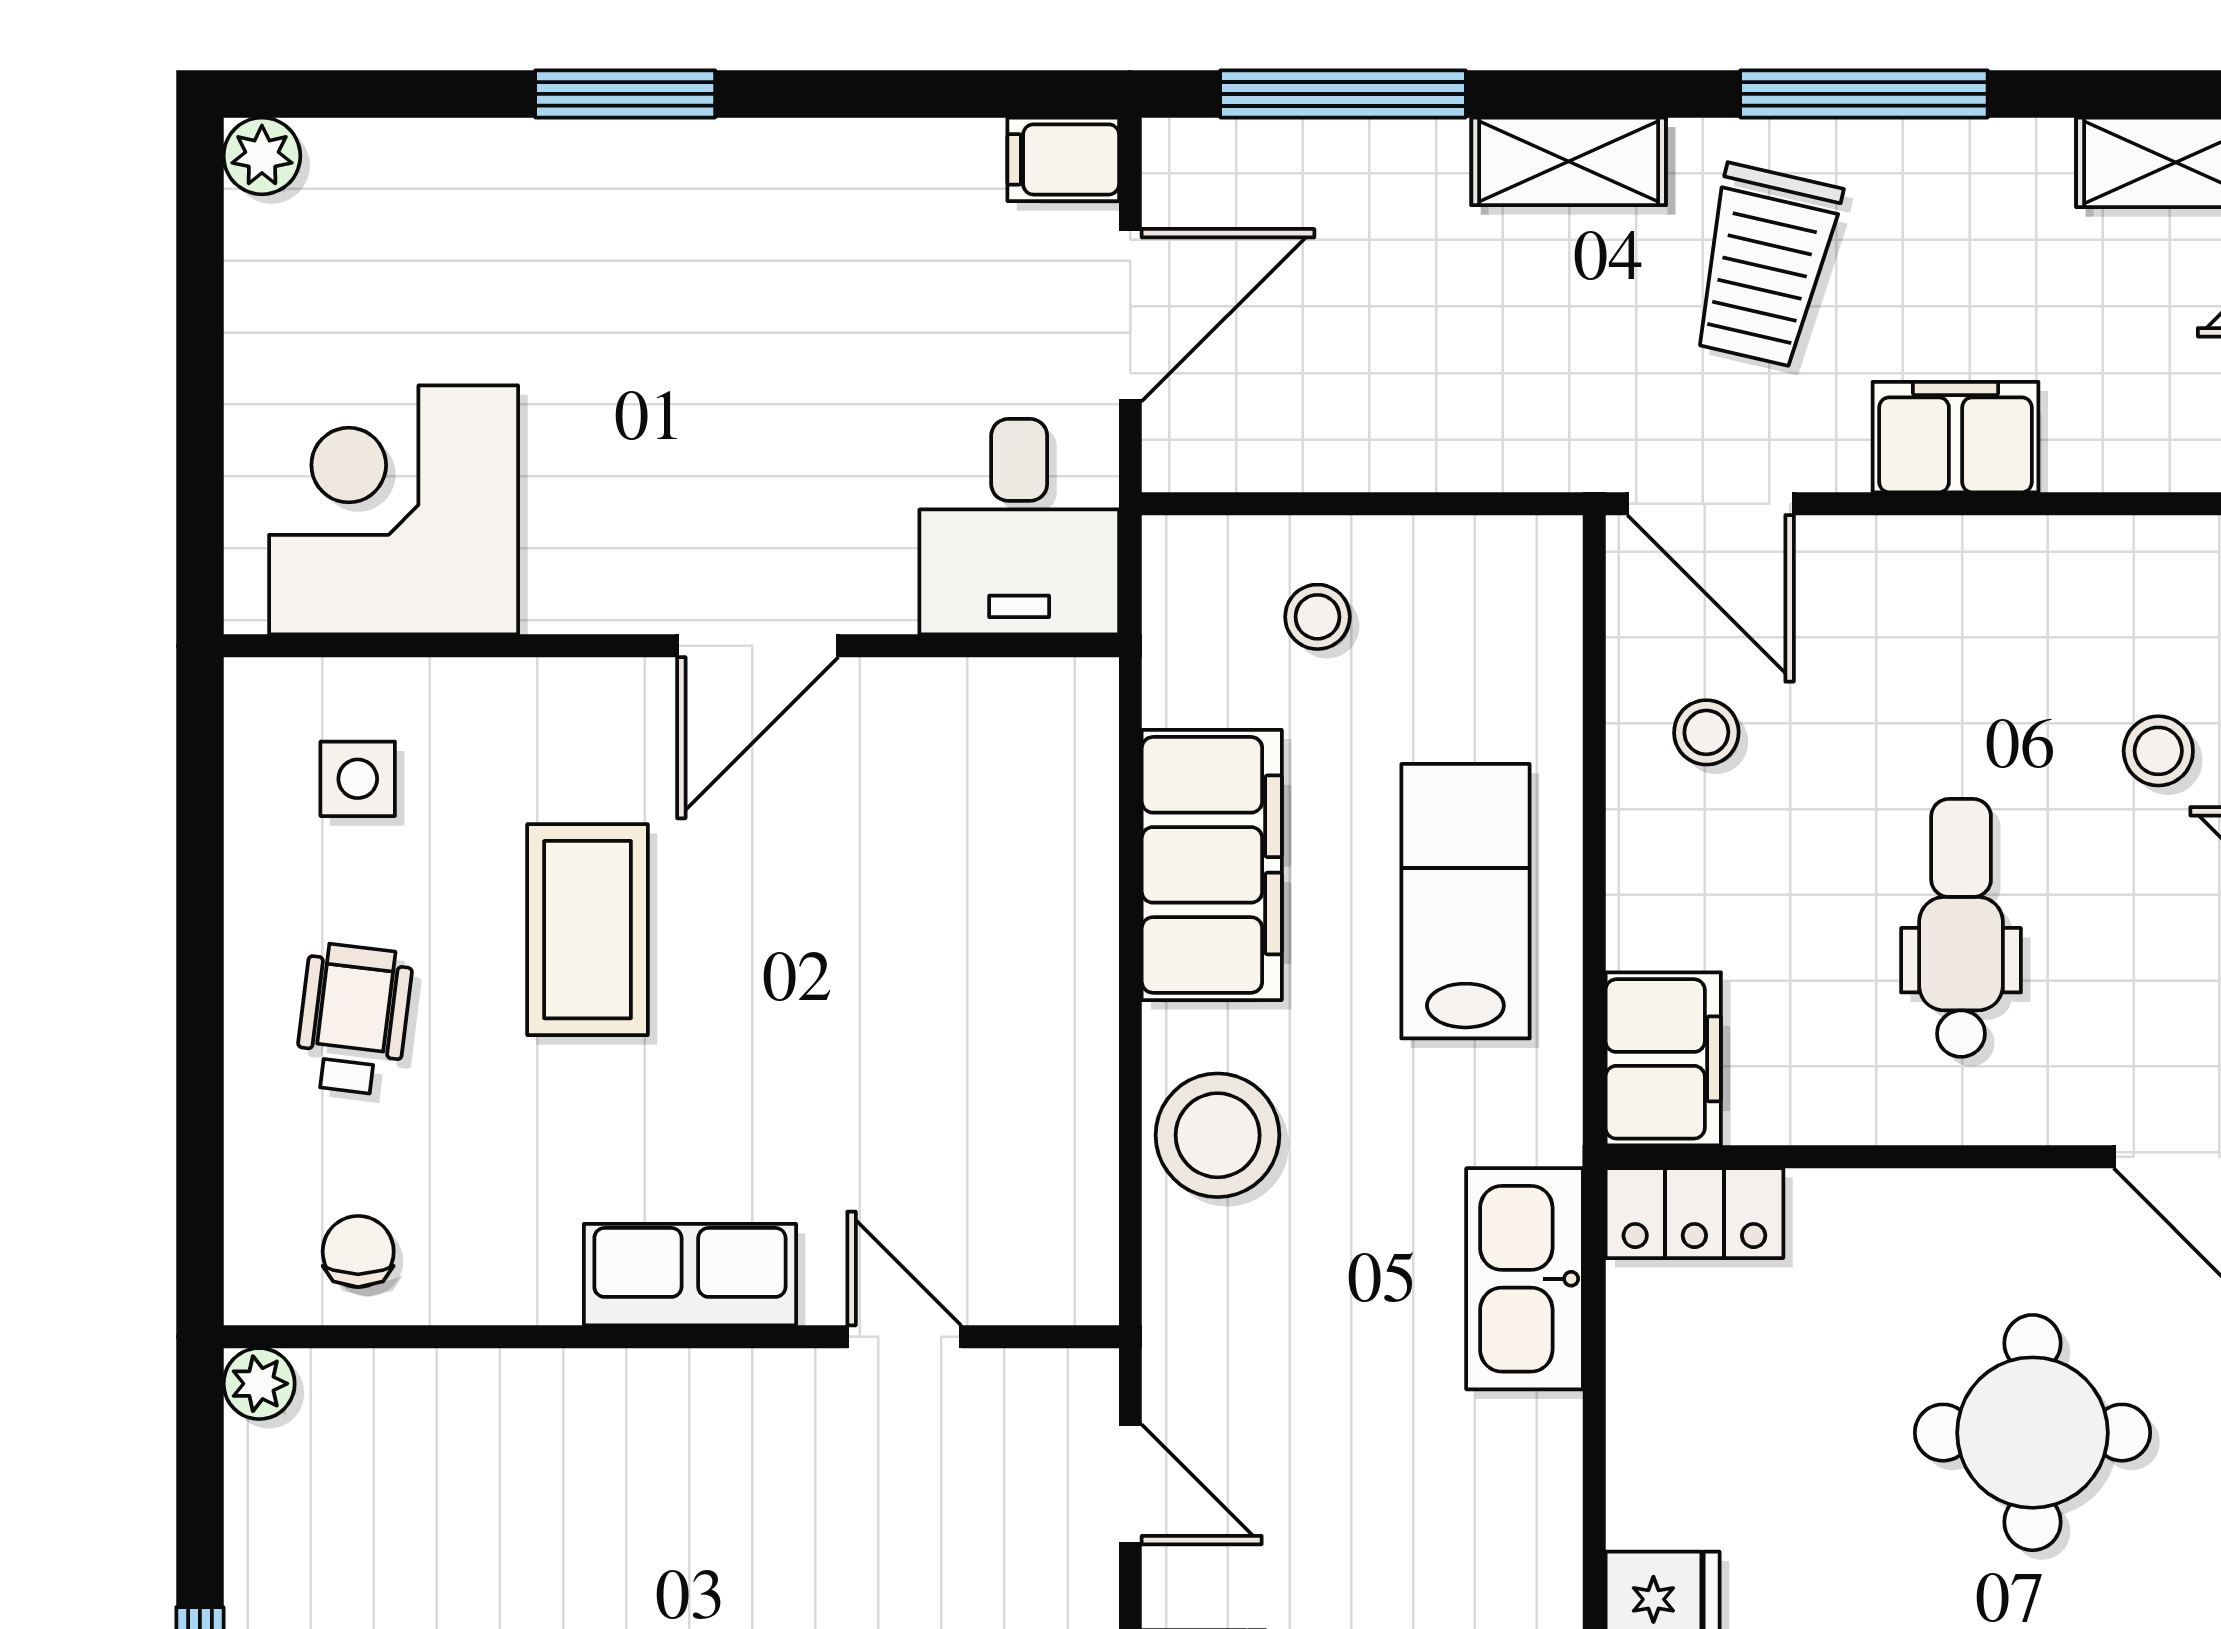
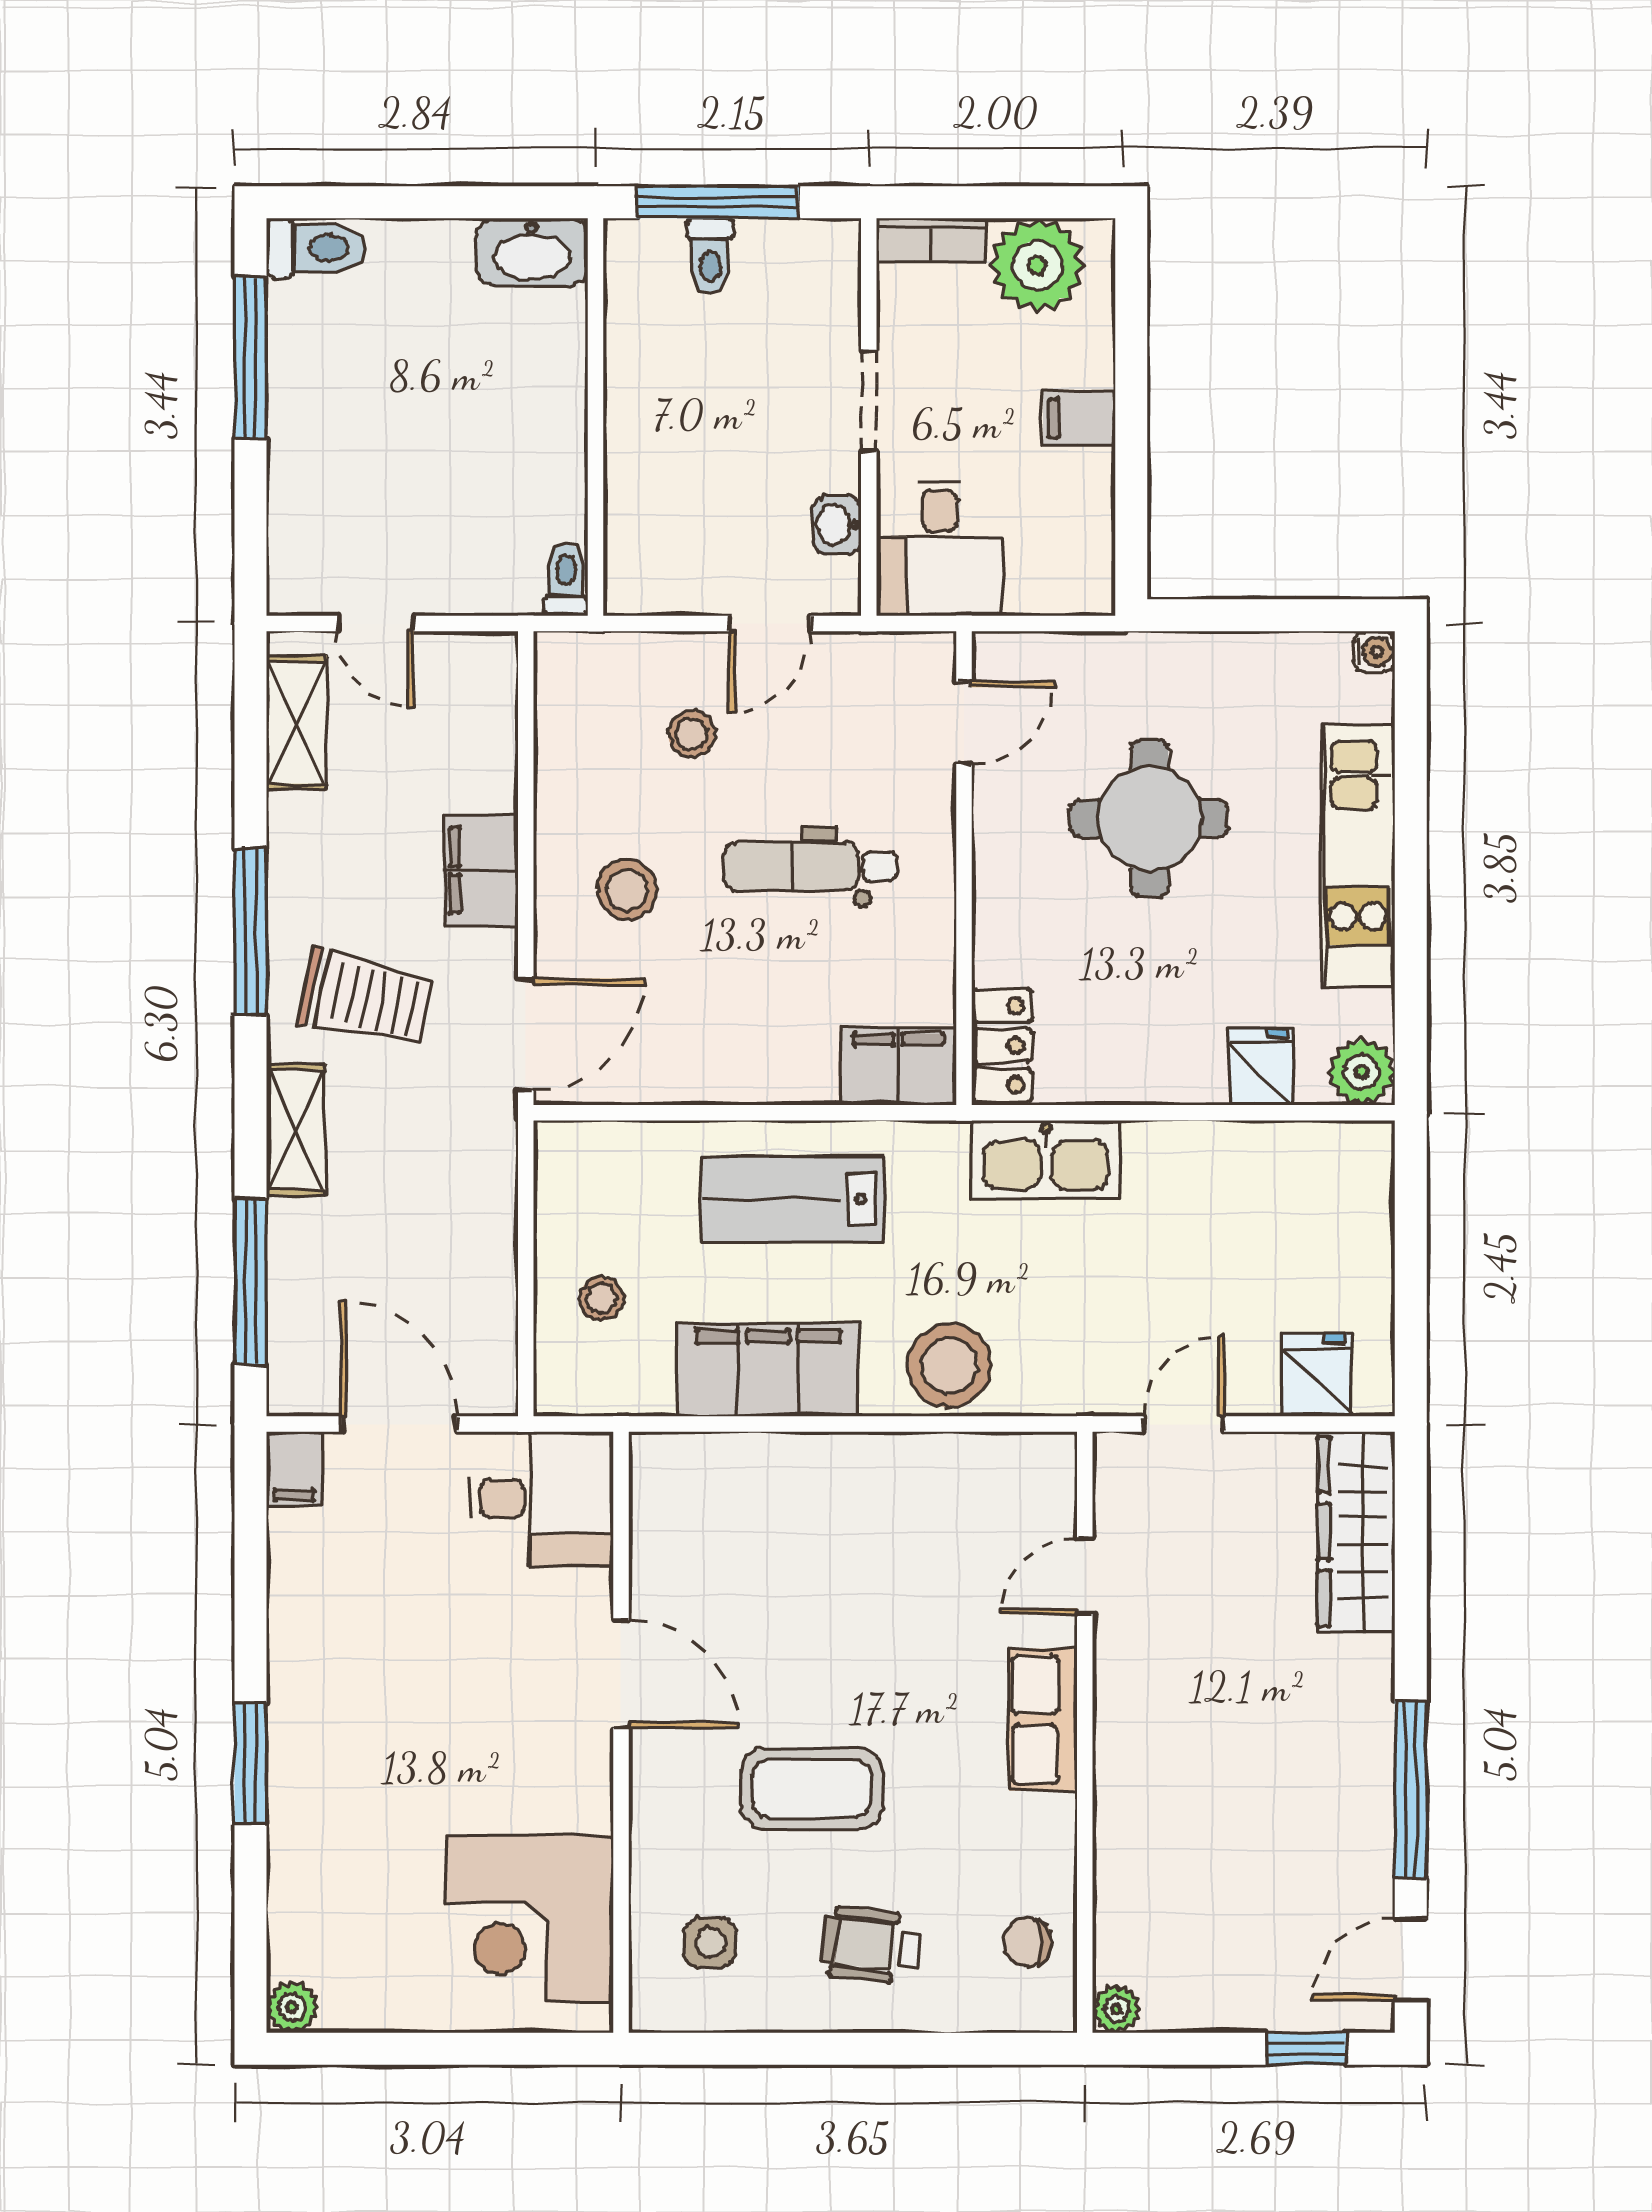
stool: (1706, 732) -> (627, 889), moved, width x1.37, depth x1.37

